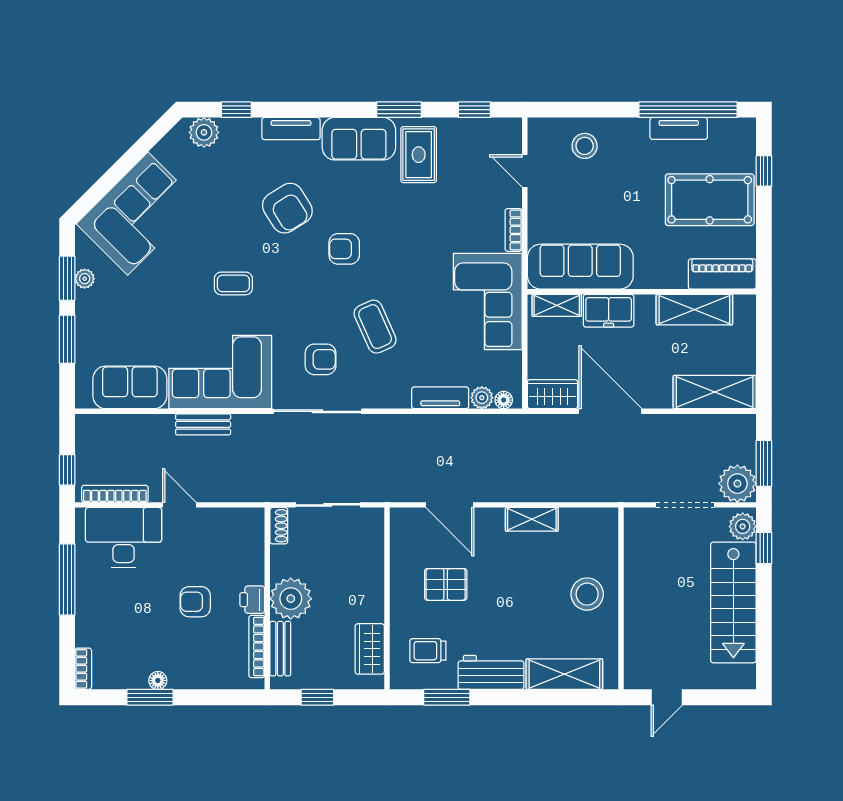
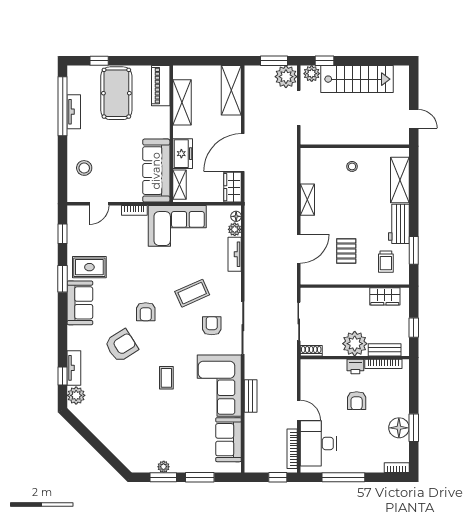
tv unit: (291, 129) -> (74, 368), moved
corner sofa: (138, 214) -> (125, 435), removed
door: (179, 505) -> (299, 410), swing flipped
stool: (587, 594) -> (352, 166), width x0.53, depth x0.53
floor lamp: (158, 680) -> (399, 428), width x1.89, depth x1.89

